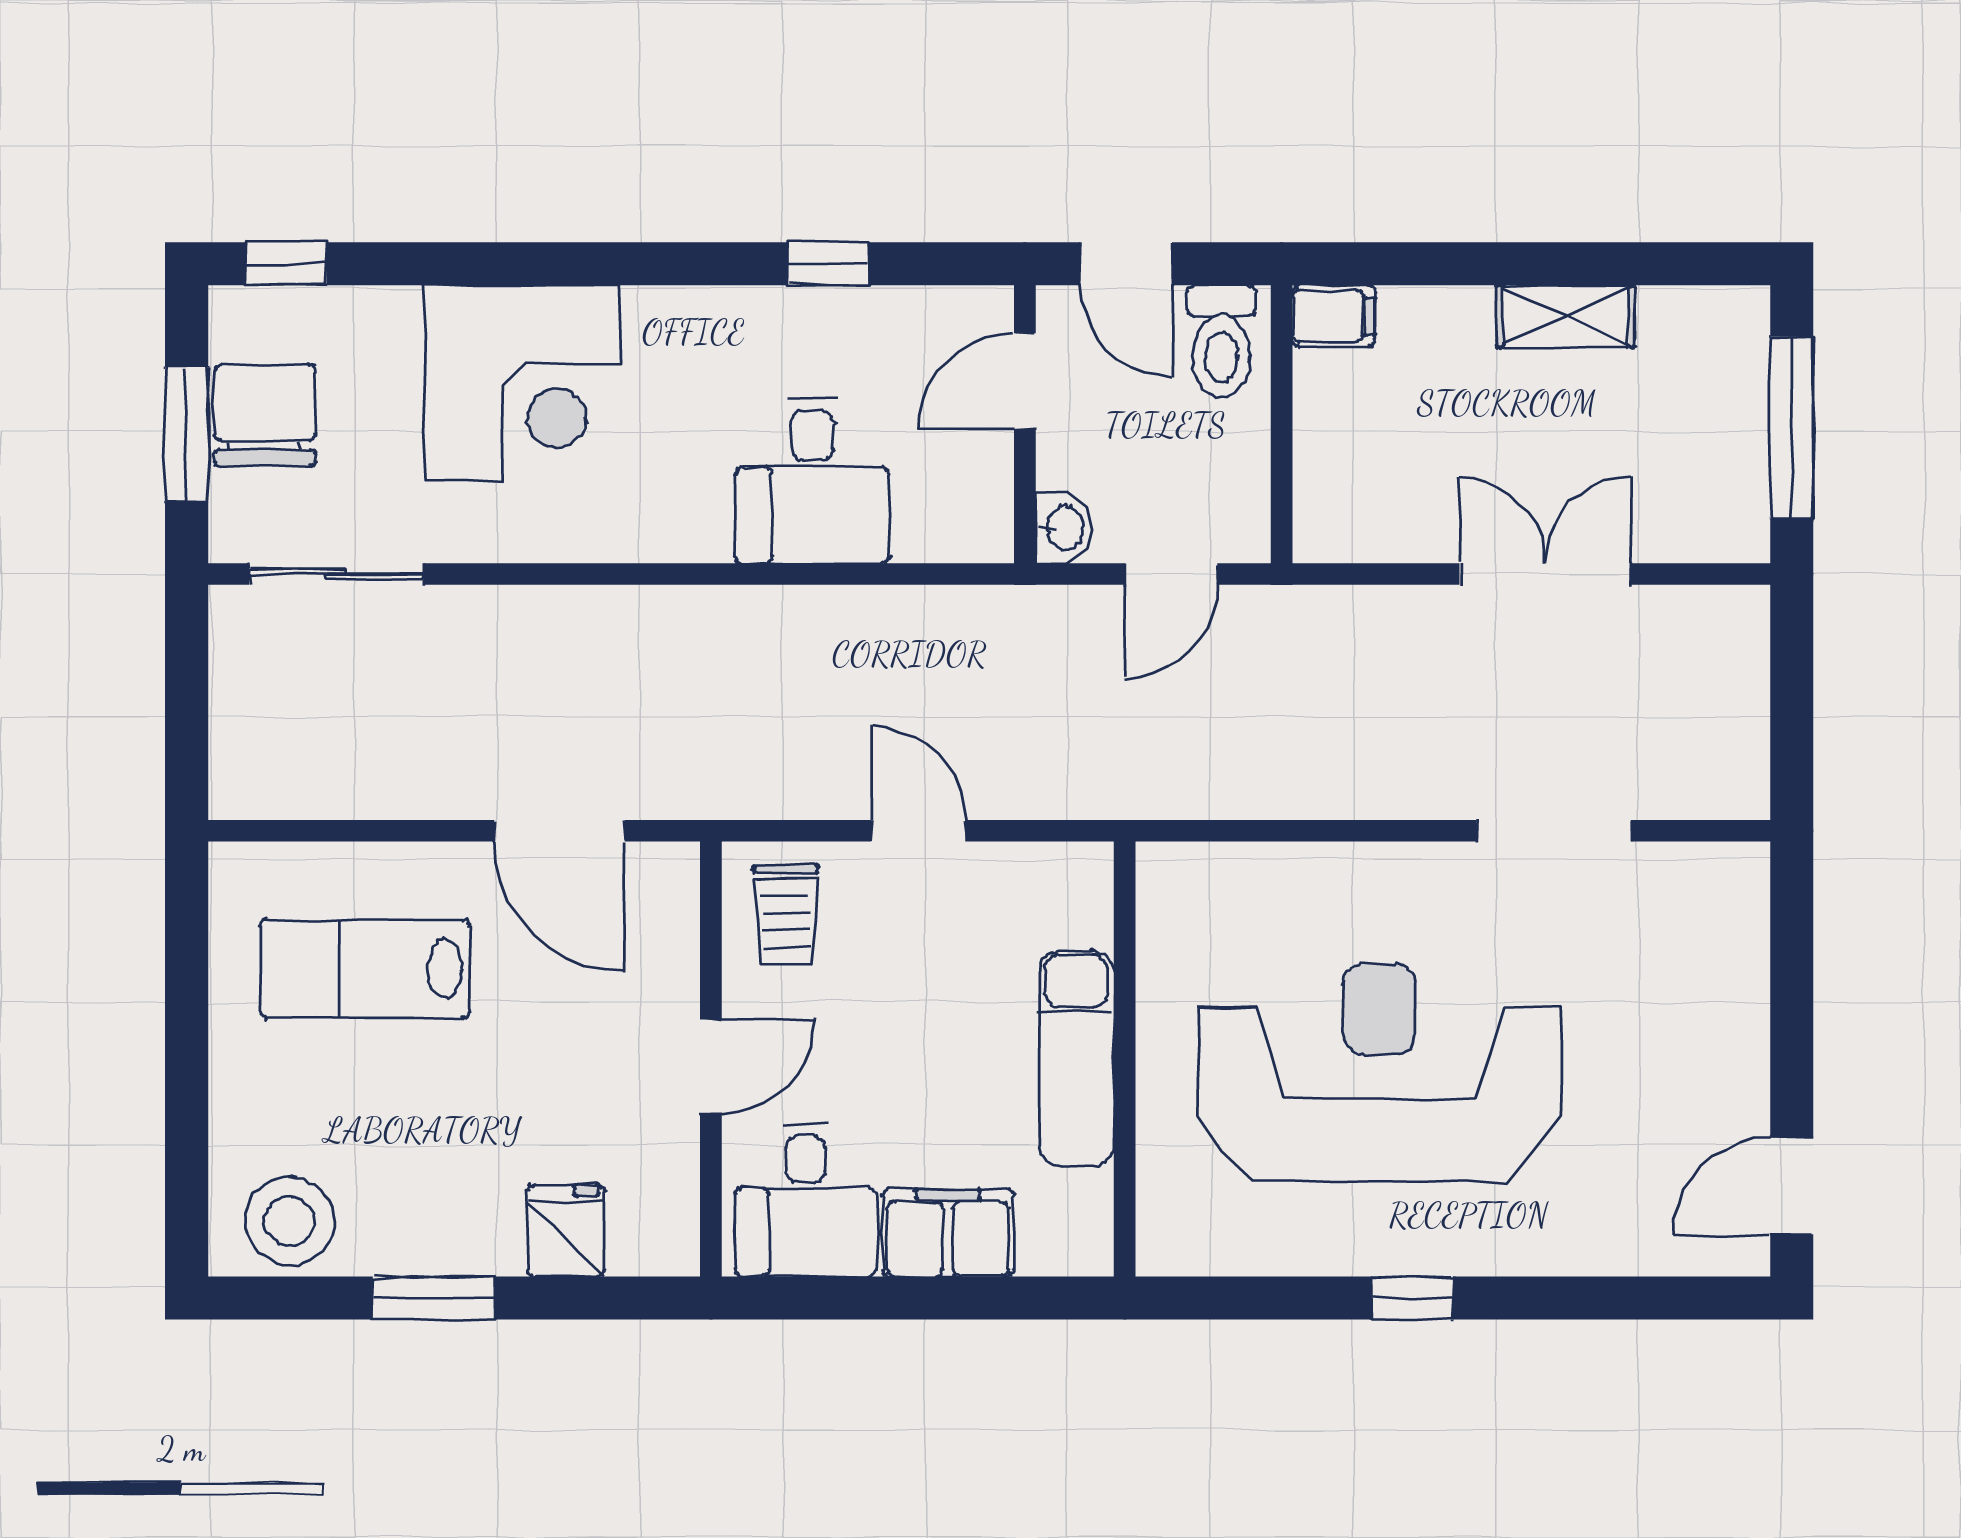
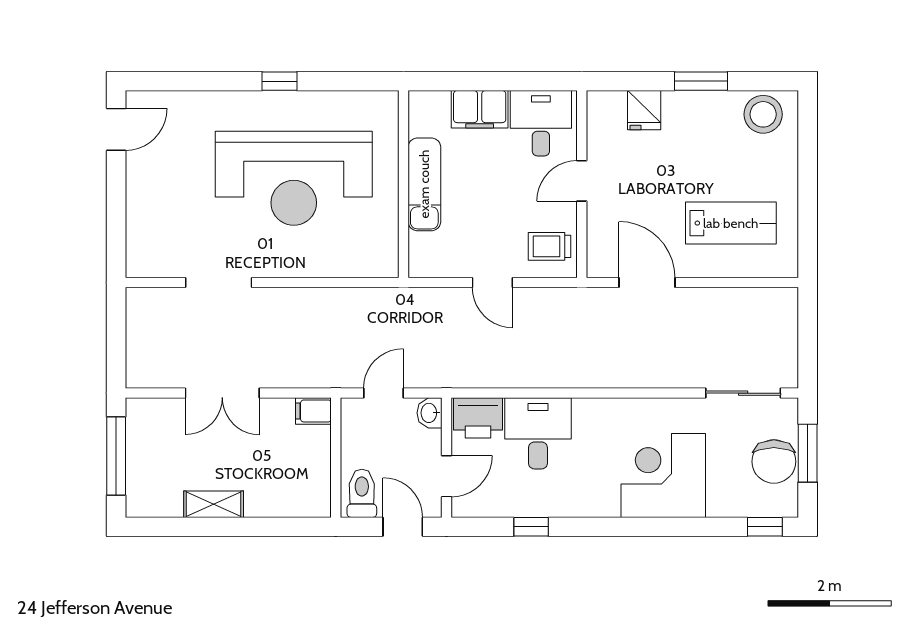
filing cabinet: (1334, 316) -> (313, 411), moved
printer: (952, 516) -> (478, 418), added
trolley: (786, 914) -> (549, 246), turned -90

